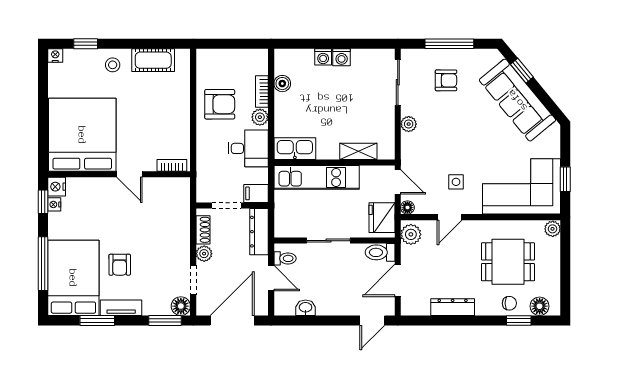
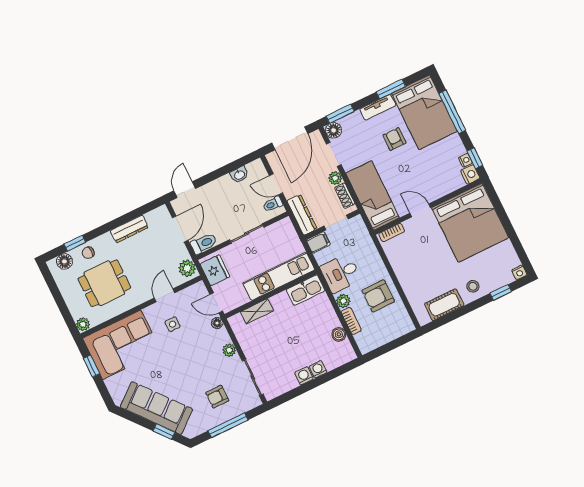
floor lamp: (407, 207) -> (217, 323), moved
bed: (173, 215) -> (372, 195), added

